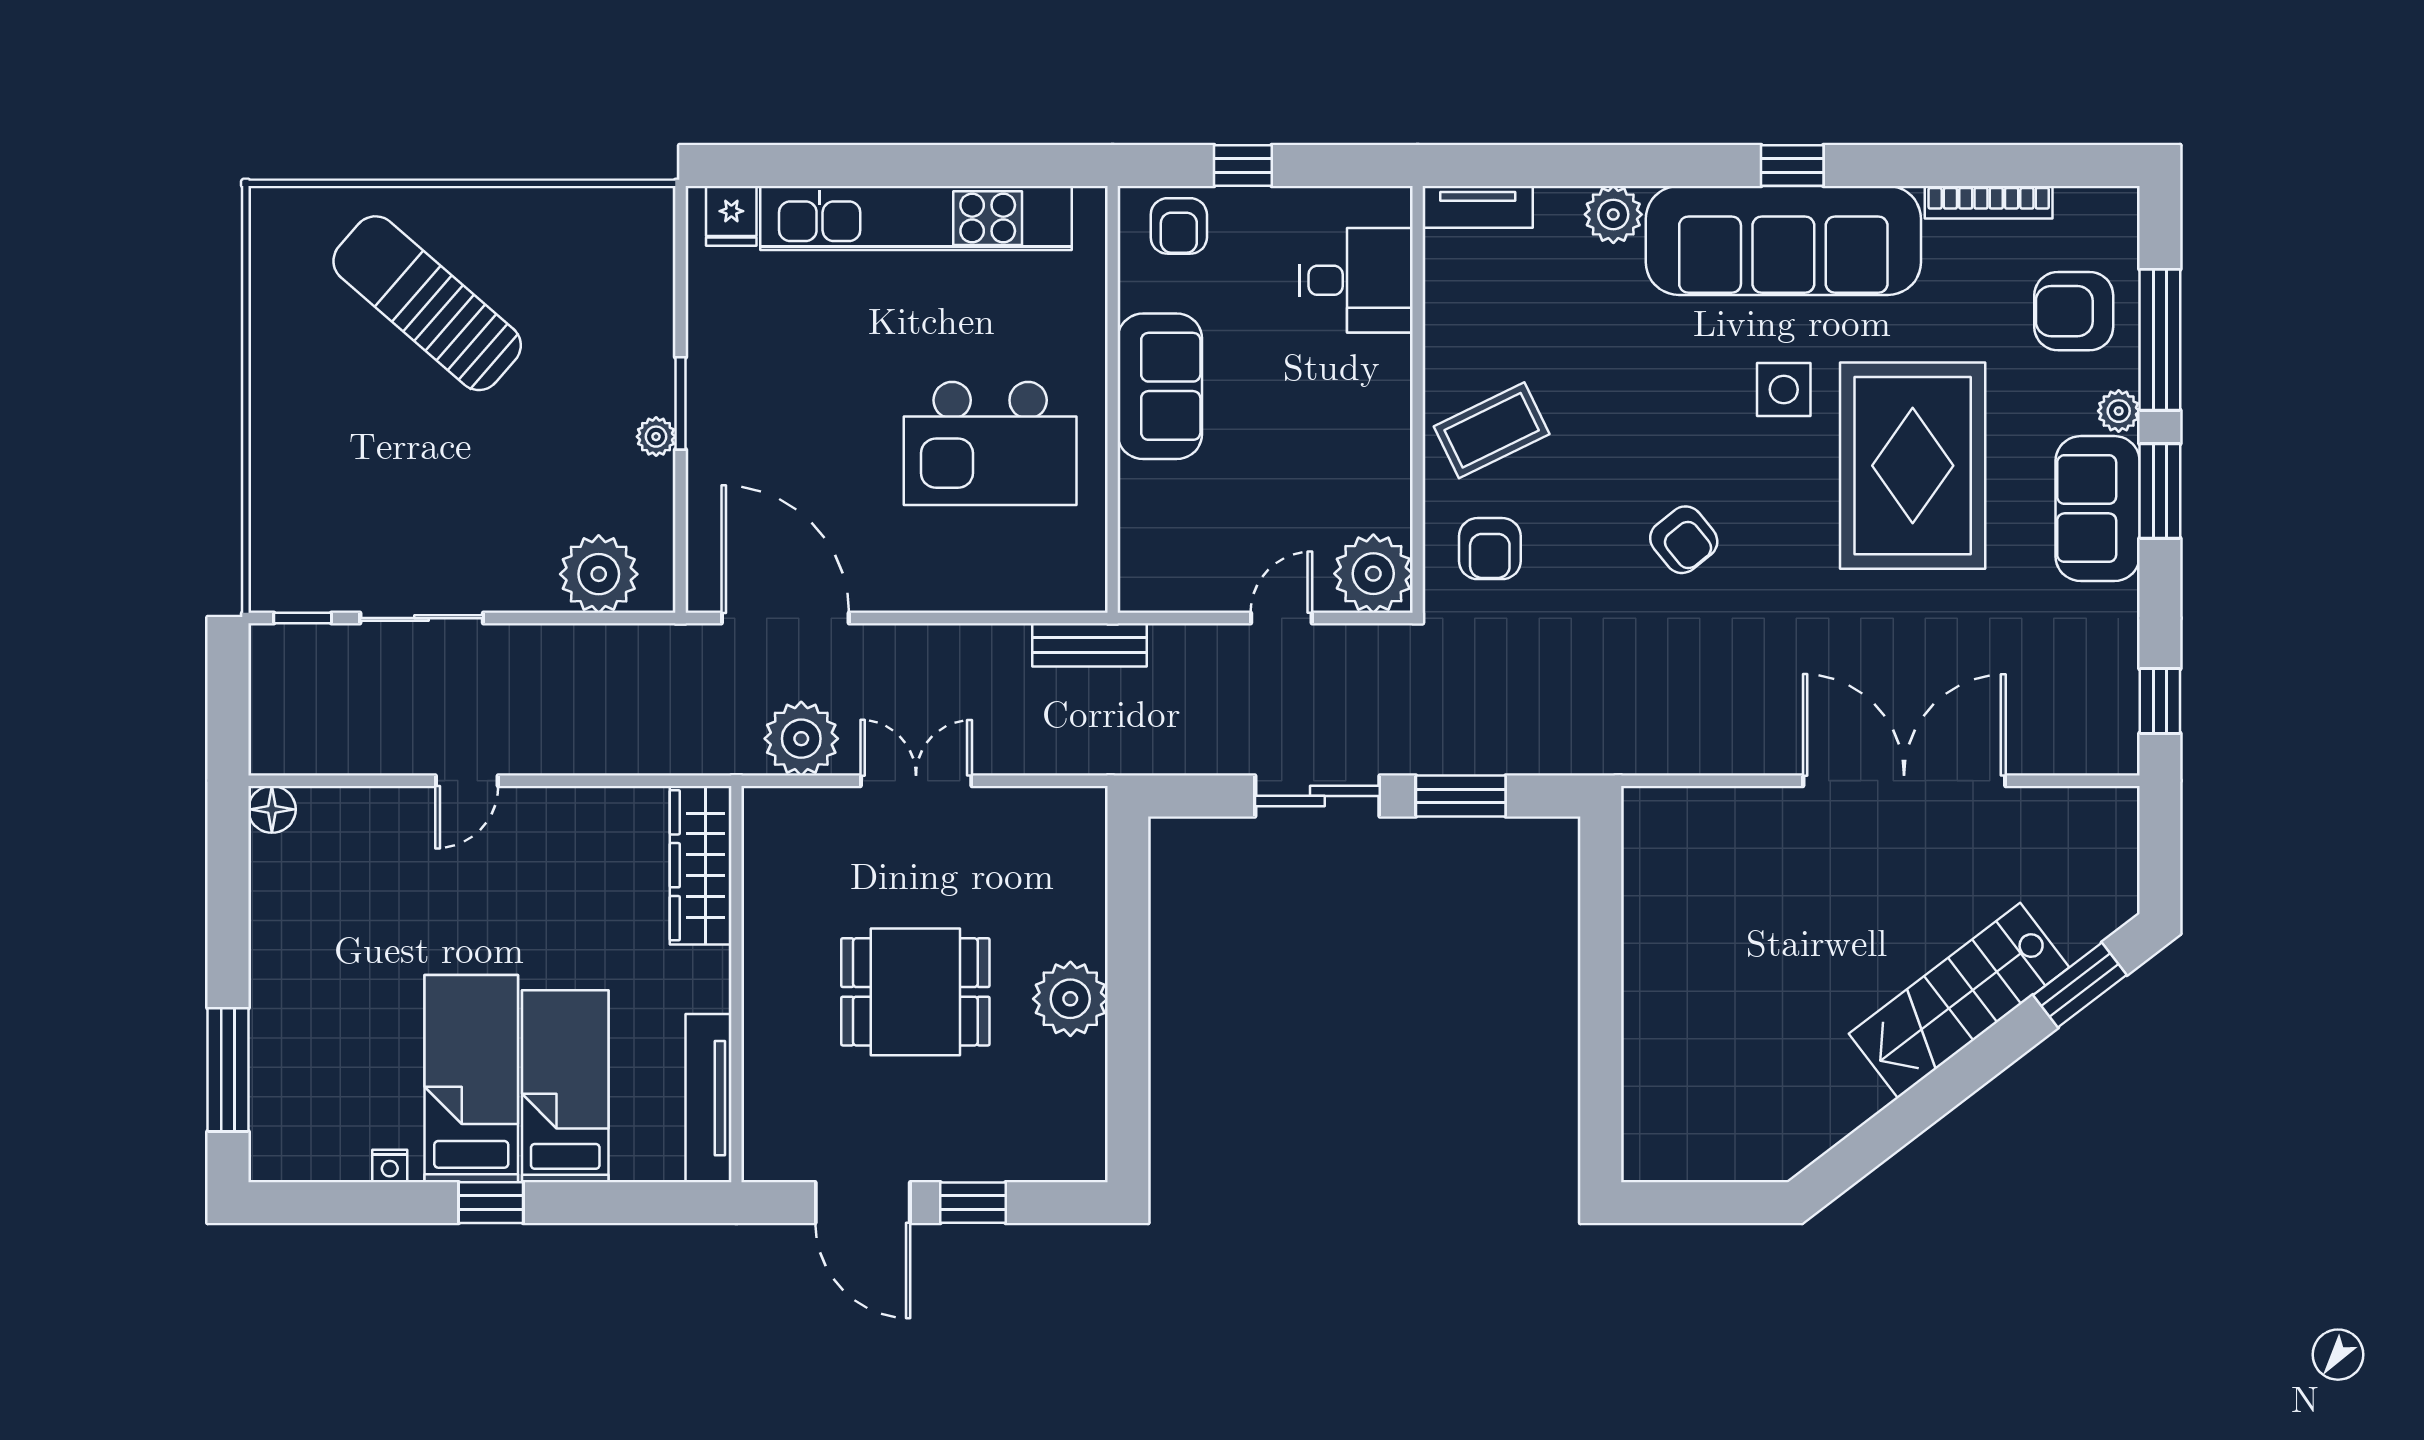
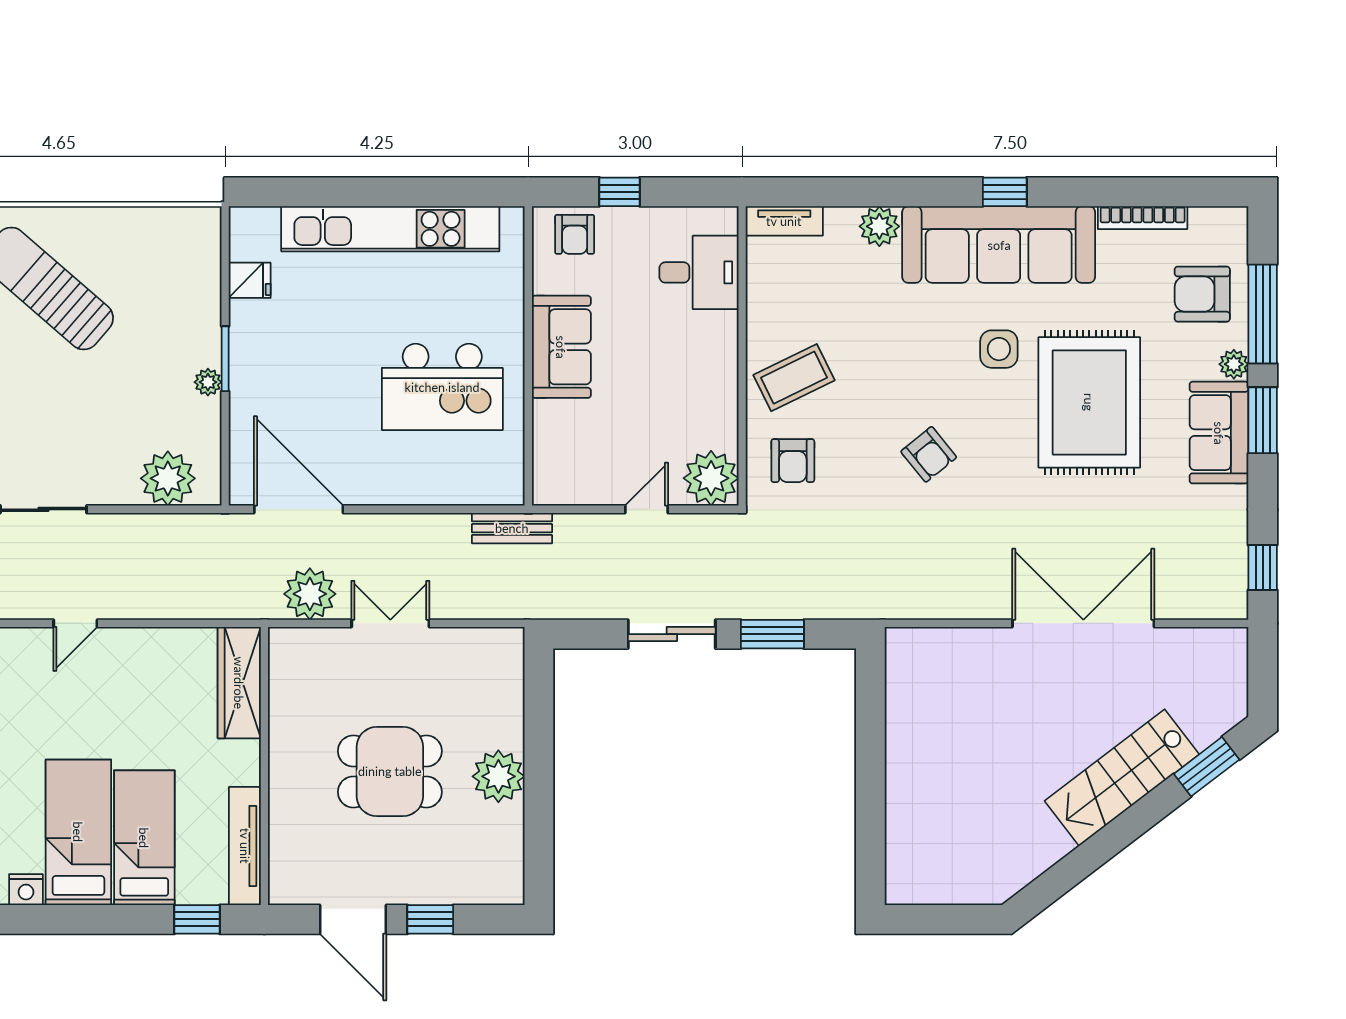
fridge: (731, 216) -> (250, 280), moved, turned -90
nightstand: (390, 1166) -> (26, 890), width x1.39, depth x1.35
window: (491, 1203) -> (197, 919), moved

